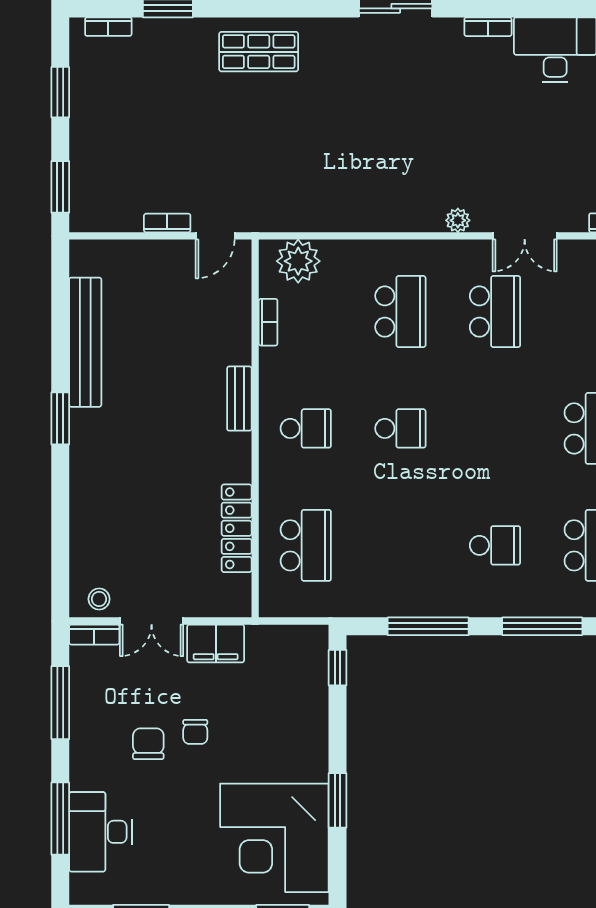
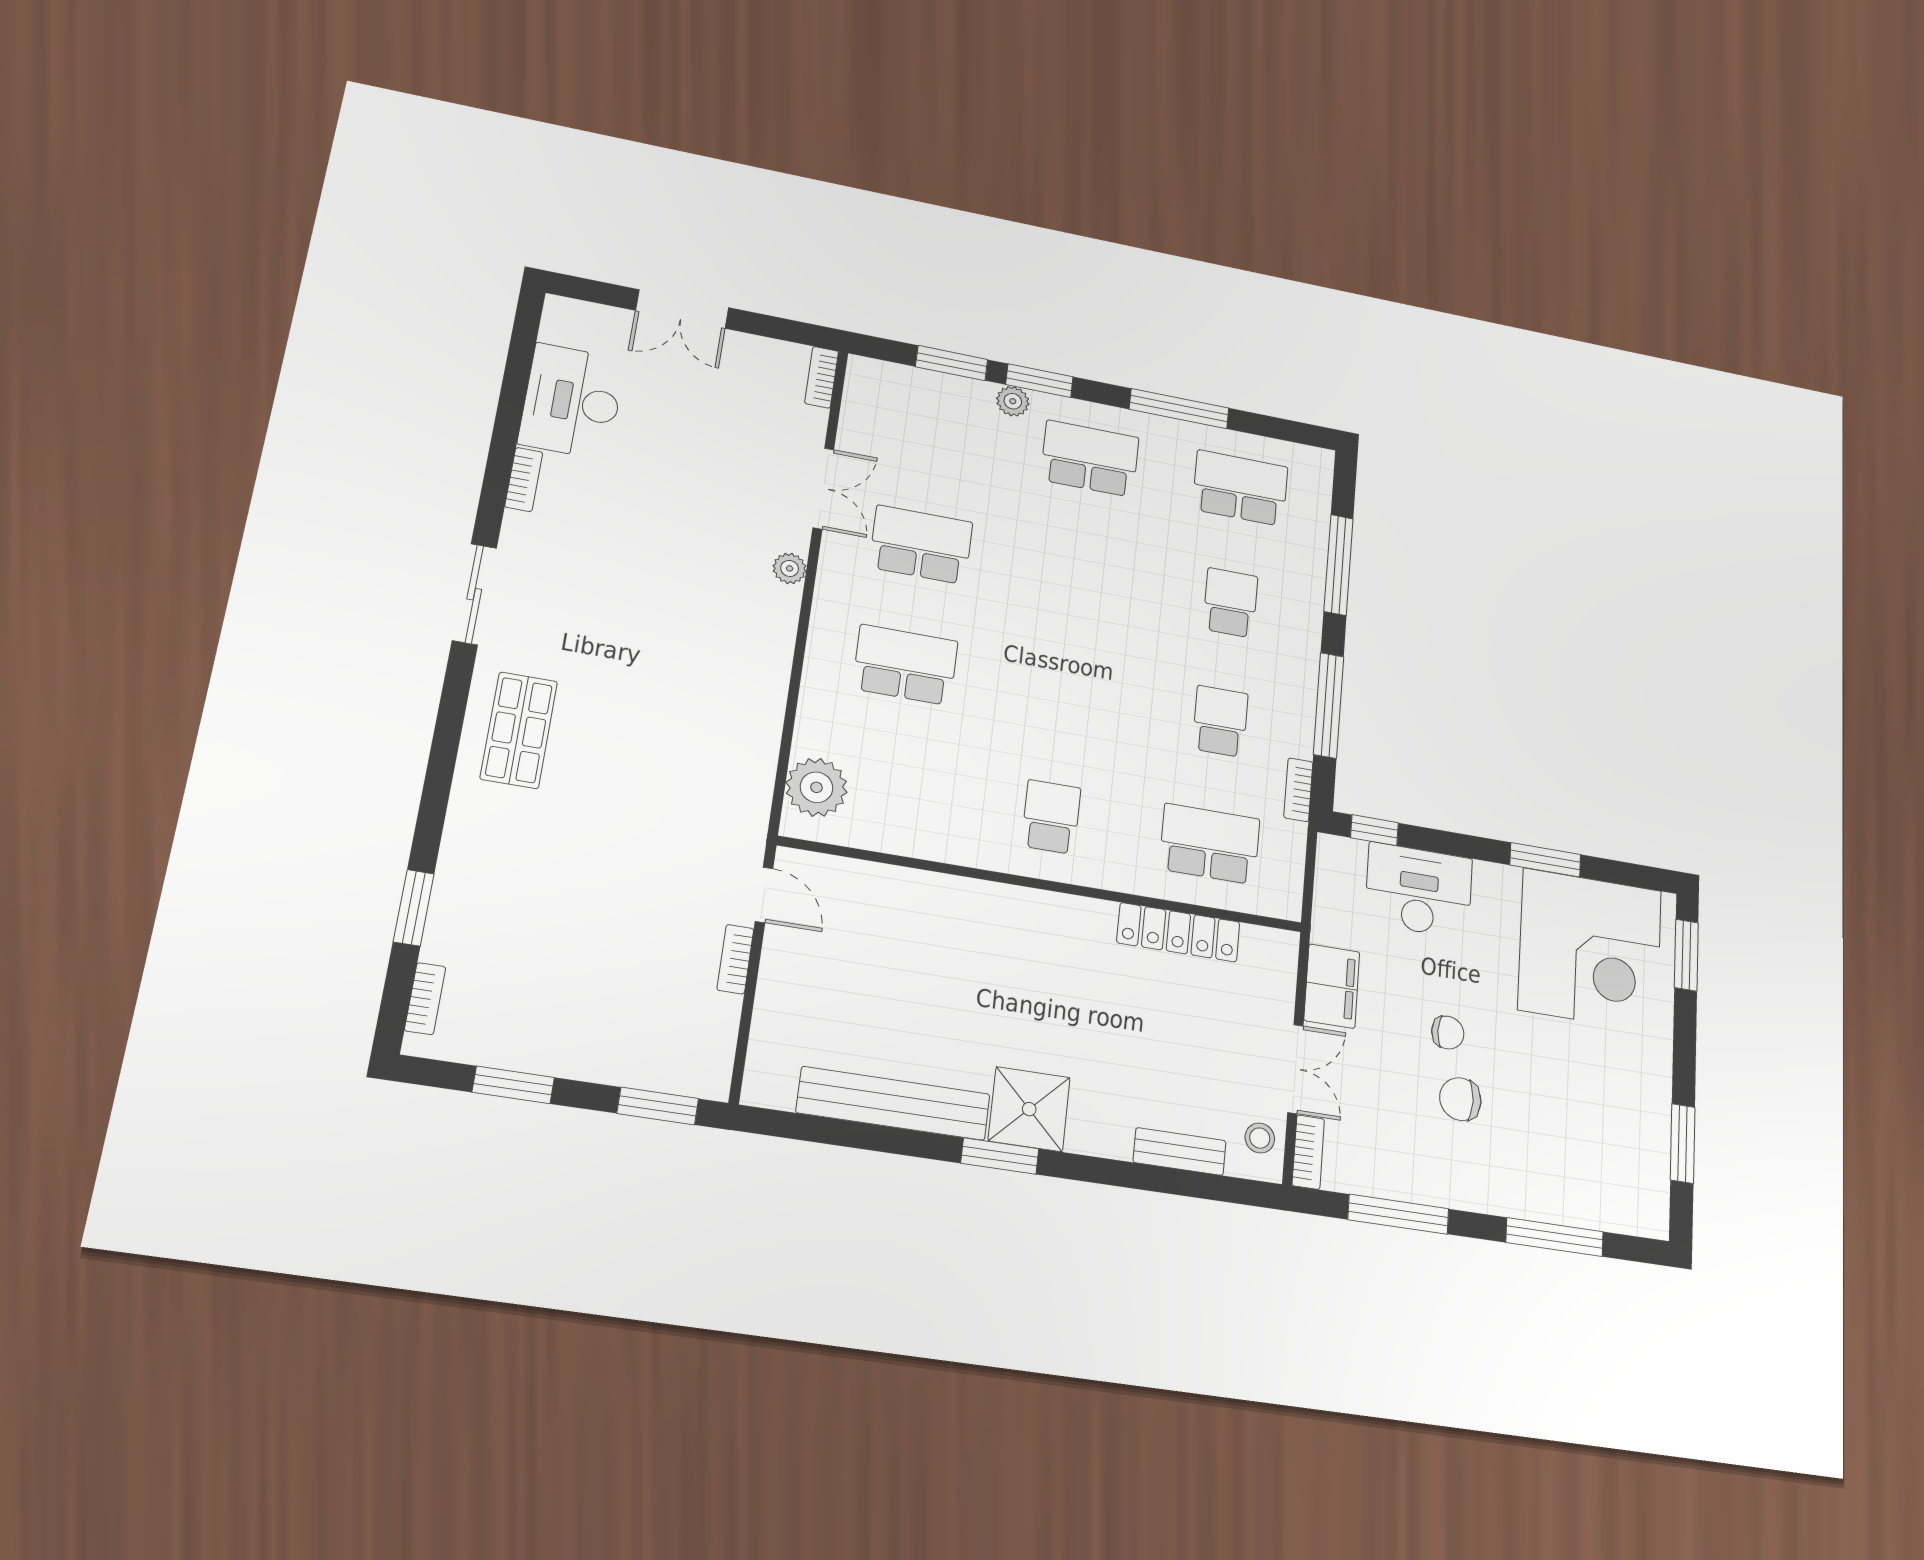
shop shelf: (259, 52) -> (519, 730), moved
bookcase: (268, 322) -> (1298, 790), moved, turned -90
bench: (239, 399) -> (1180, 1151), moved
school desk: (400, 428) -> (1220, 721), moved
shower: (95, 435) -> (1029, 1109), added
desk: (100, 832) -> (1419, 890), moved, turned 180

